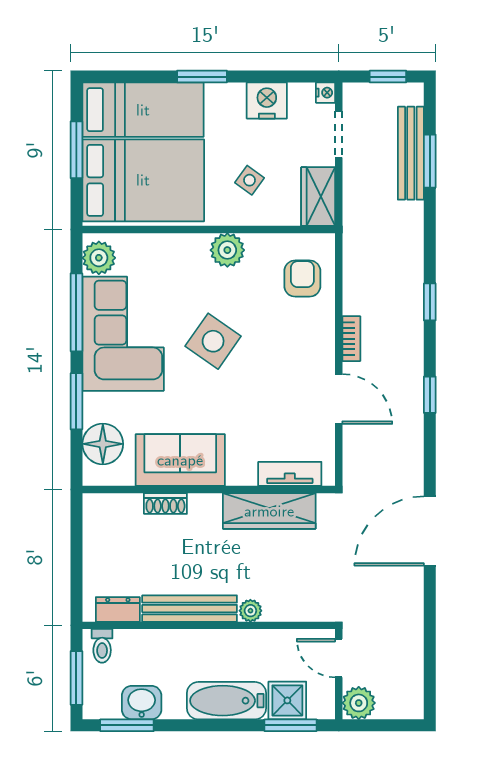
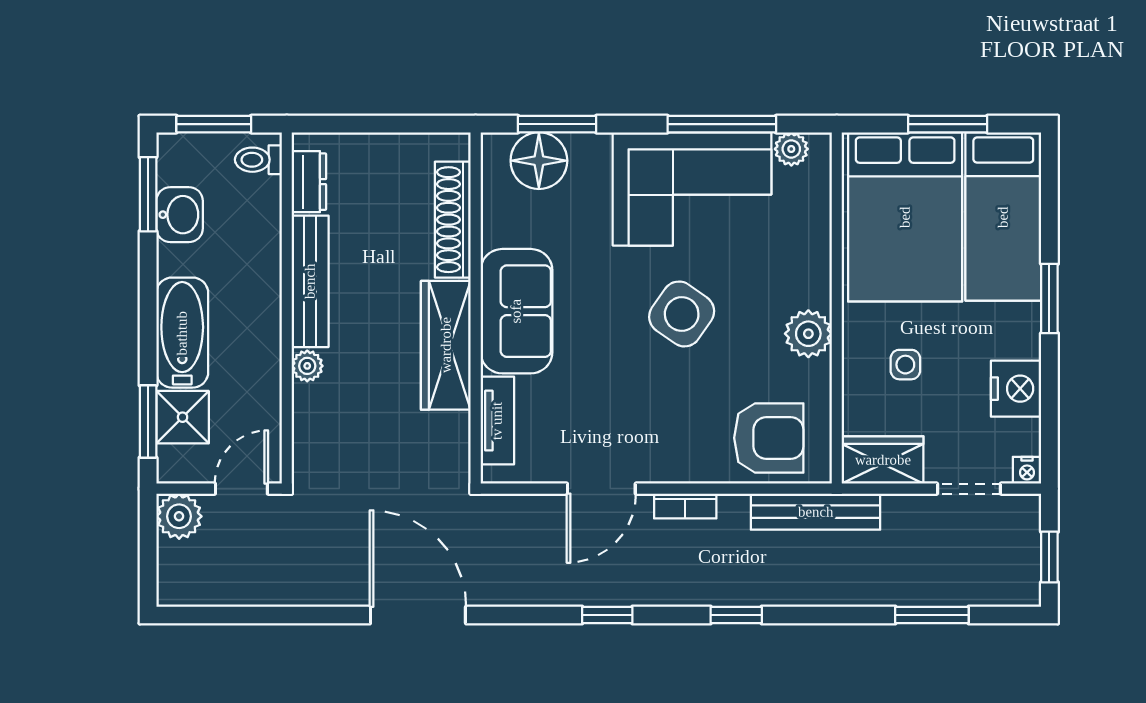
bench: (411, 153) -> (816, 512), moved
side table: (249, 180) -> (905, 365), turned -36
plant: (99, 258) -> (791, 149), width x0.73, depth x0.73
armchair: (302, 279) -> (769, 438), width x1.38, depth x1.38
window: (76, 401) -> (557, 124), moved
sofa: (180, 460) -> (516, 311), moved
shoe rack: (165, 503) -> (453, 220), width x1.94, depth x1.24
wardrobe: (269, 511) -> (446, 345), moved

